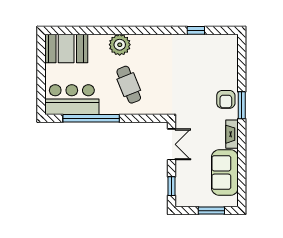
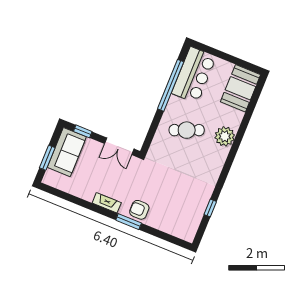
sofa: (225, 173) -> (67, 152), moved, turned 90

